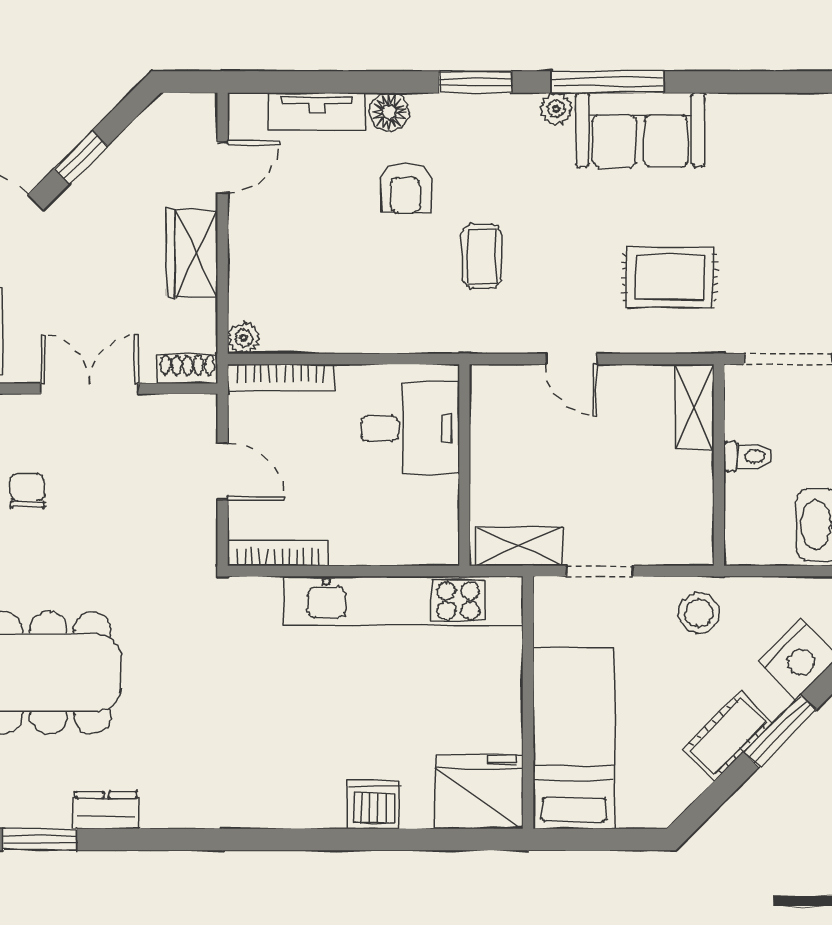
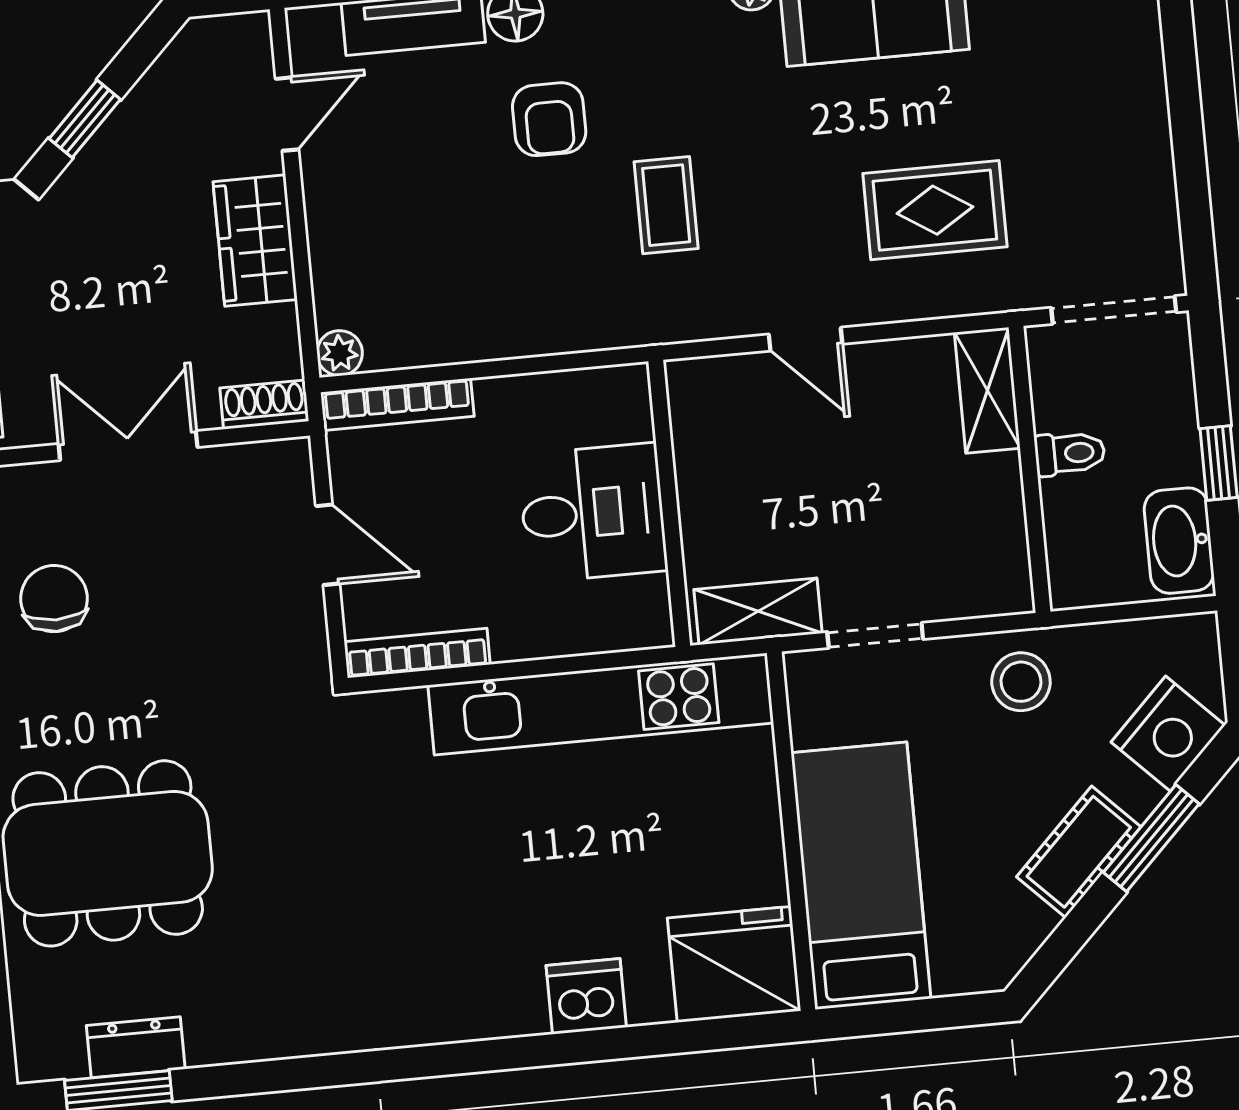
desk: (410, 429) -> (593, 513), moved
chair: (27, 491) -> (54, 599), width x1.37, depth x1.37
dresser: (106, 810) -> (136, 1047), moved

